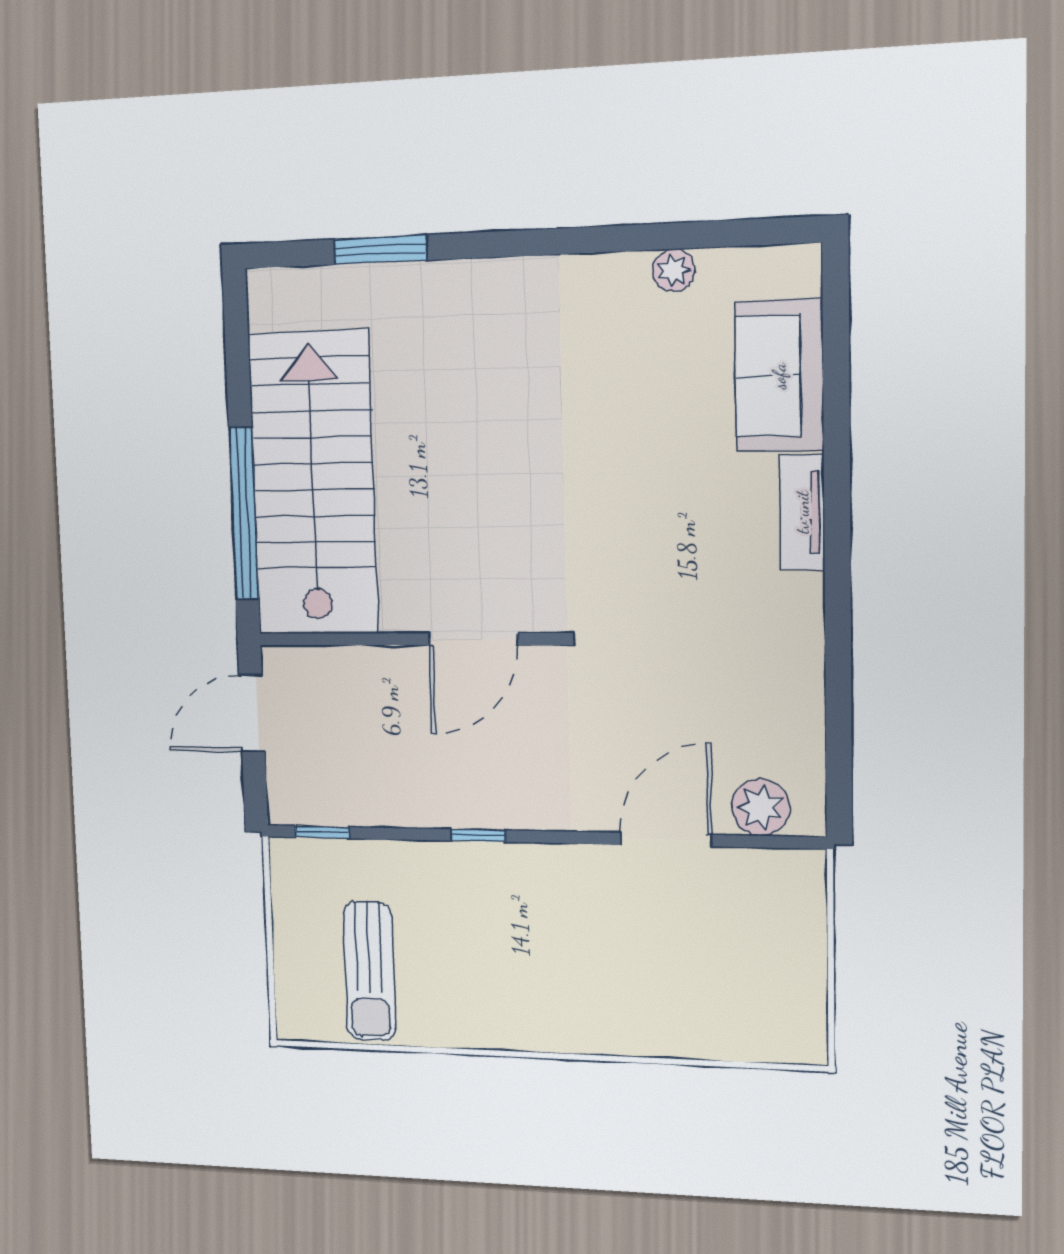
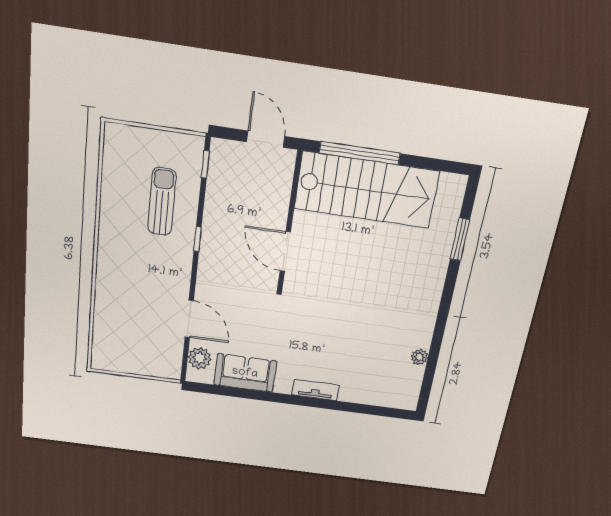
sofa: (779, 376) -> (245, 373), moved
sun lounger: (369, 971) -> (162, 202), moved, turned 90

